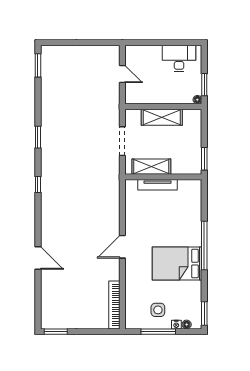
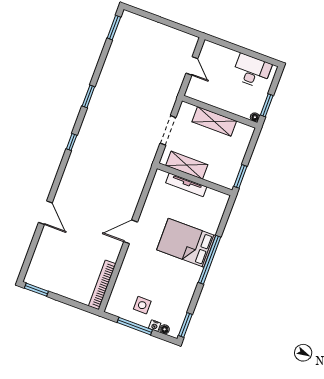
bed: (177, 264) -> (186, 243), moved

